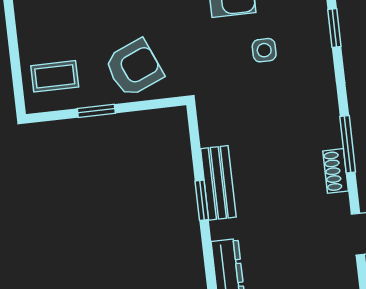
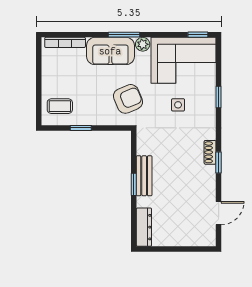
armchair: (134, 68) -> (128, 99), moved
window: (348, 144) -> (219, 162), width x0.67
shoe rack: (336, 171) -> (210, 152), moved

